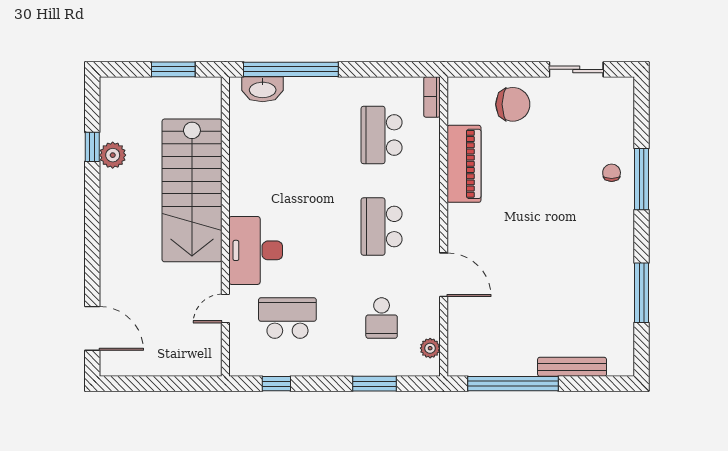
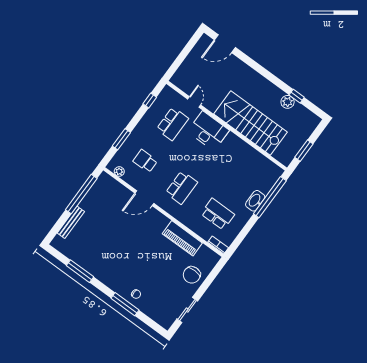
washbasin: (263, 89) -> (255, 201), moved
school desk: (382, 227) -> (181, 188), turned 90

